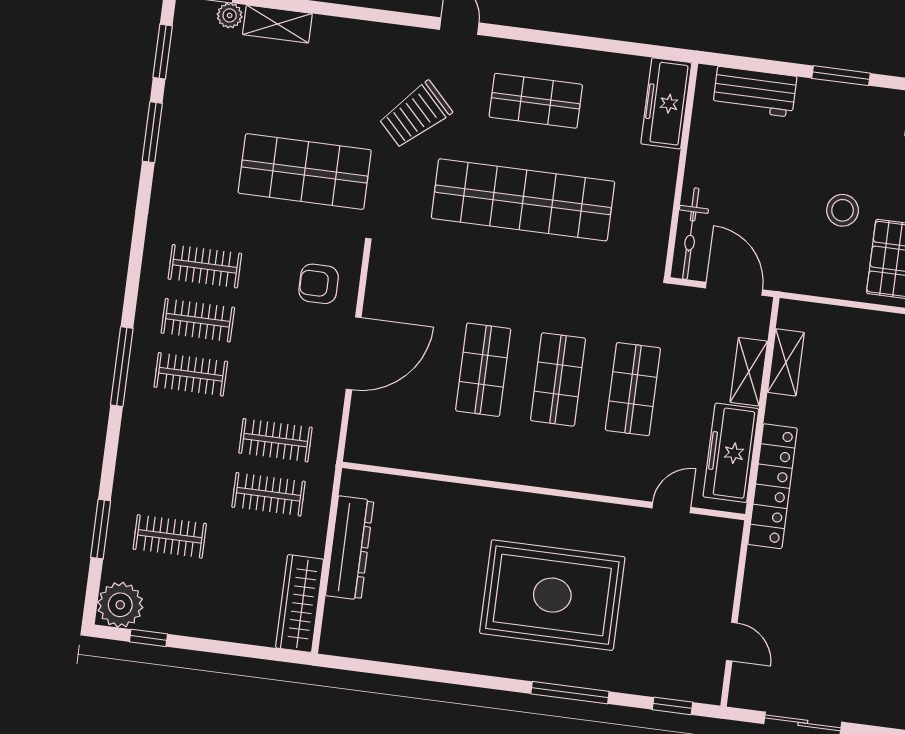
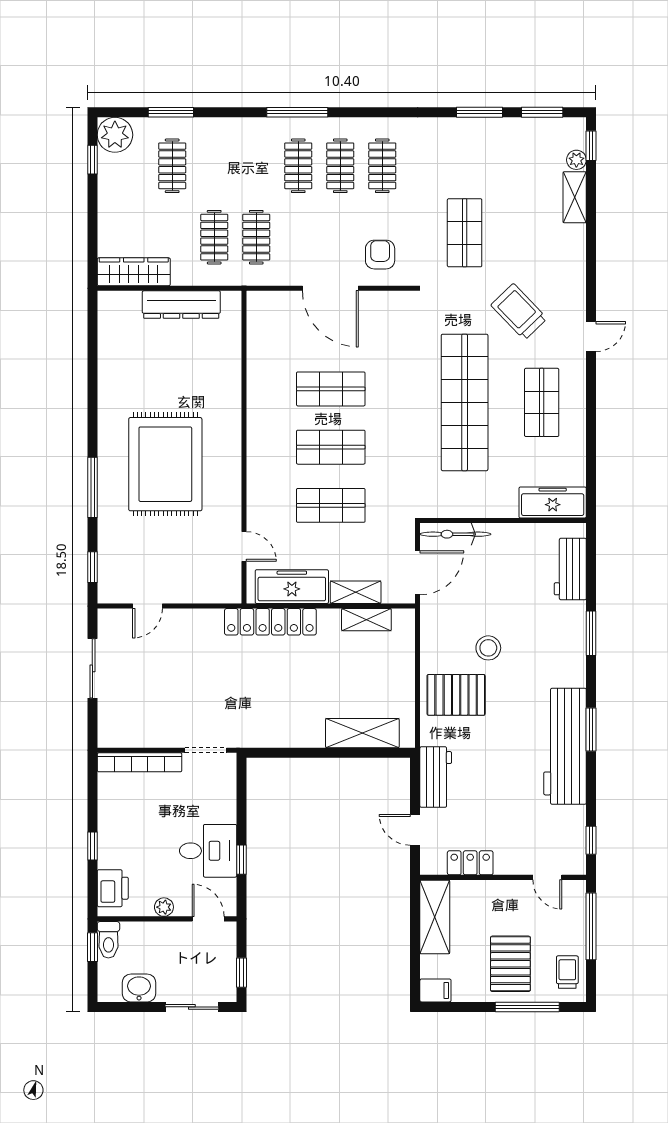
shop shelf: (305, 172) -> (465, 233), width x0.70, depth x0.74

